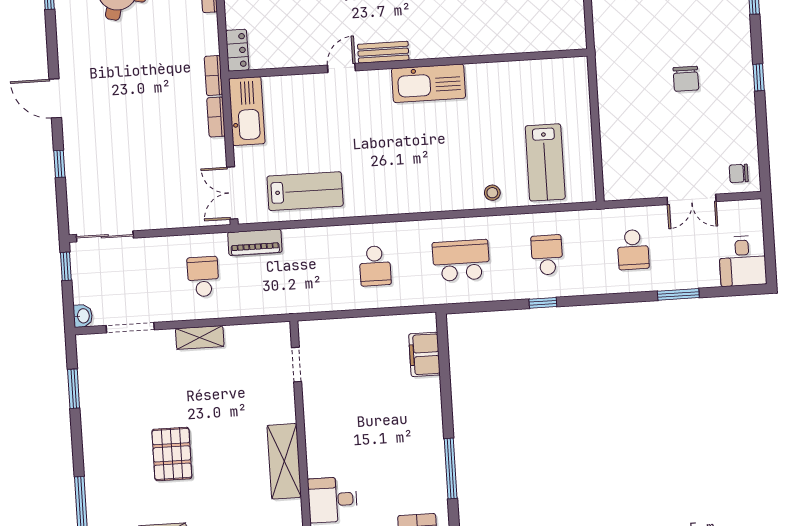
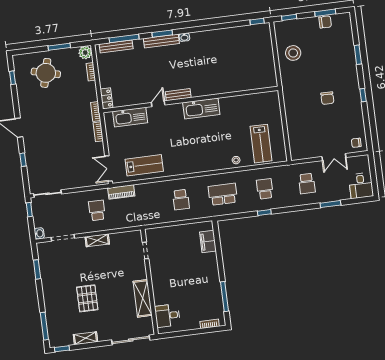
kitchen sink: (247, 111) -> (130, 117), moved, turned 90

